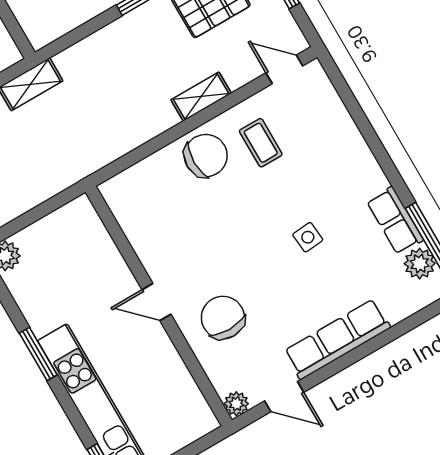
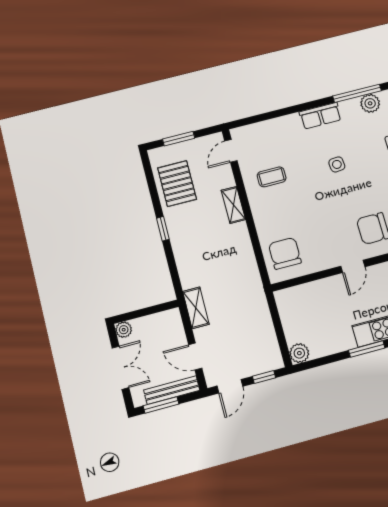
chair: (206, 156) -> (285, 253), moved
row of seats: (395, 221) -> (320, 116), moved

